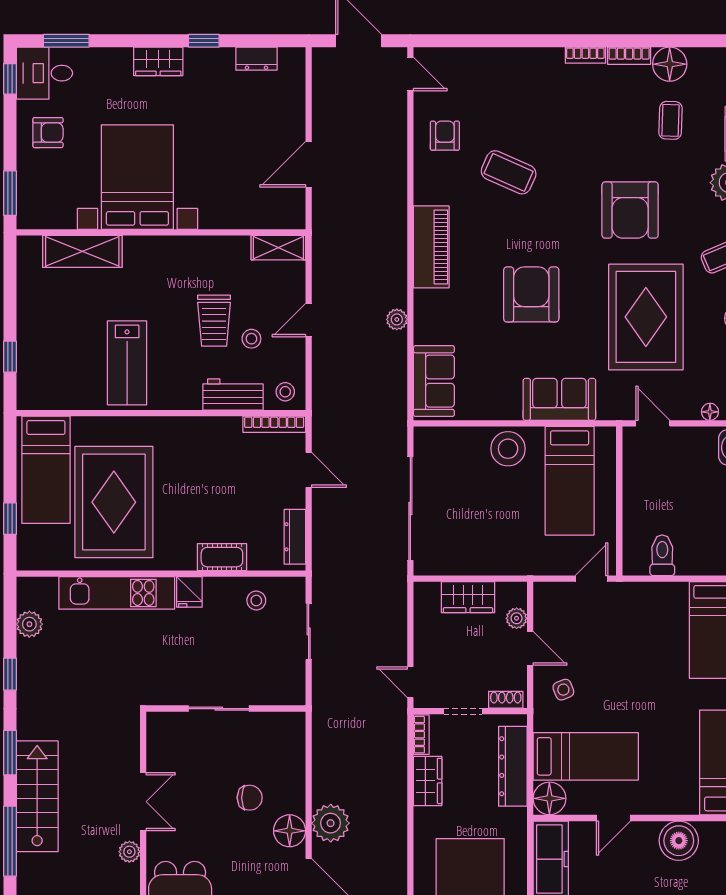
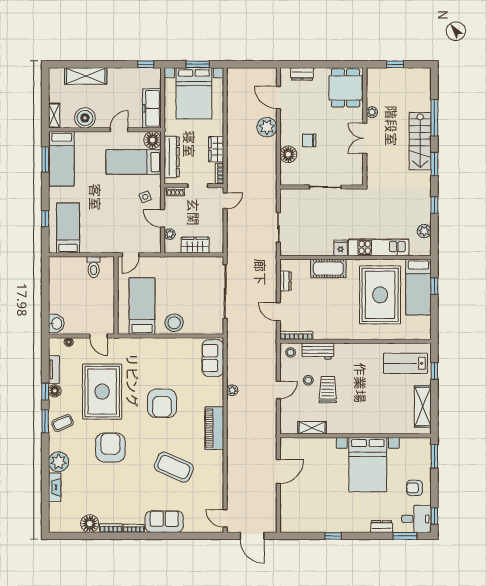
dresser: (256, 59) -> (382, 527), moved
wardrobe: (158, 61) -> (357, 525), removed
coffee table: (670, 120) -> (89, 494), removed
armchair: (445, 136) -> (207, 486), removed
coffee table: (509, 172) -> (174, 467), width x1.36, depth x1.32
shelving: (278, 248) -> (312, 428), moved
shelving: (82, 251) -> (423, 406), moved, turned 90
lab bench: (127, 363) -> (405, 363), moved, turned -90
sofa: (559, 399) -> (164, 522), moved, turned 180
bed: (46, 470) -> (418, 287), moved, turned 180
dresser: (295, 537) -> (286, 281), width x0.70
cot: (222, 557) -> (328, 268), width x1.37, depth x1.34
stool: (256, 601) -> (306, 243), removed
door: (410, 682) -> (225, 201), hinge flipped
floor lamp: (290, 831) -> (288, 154), moved

